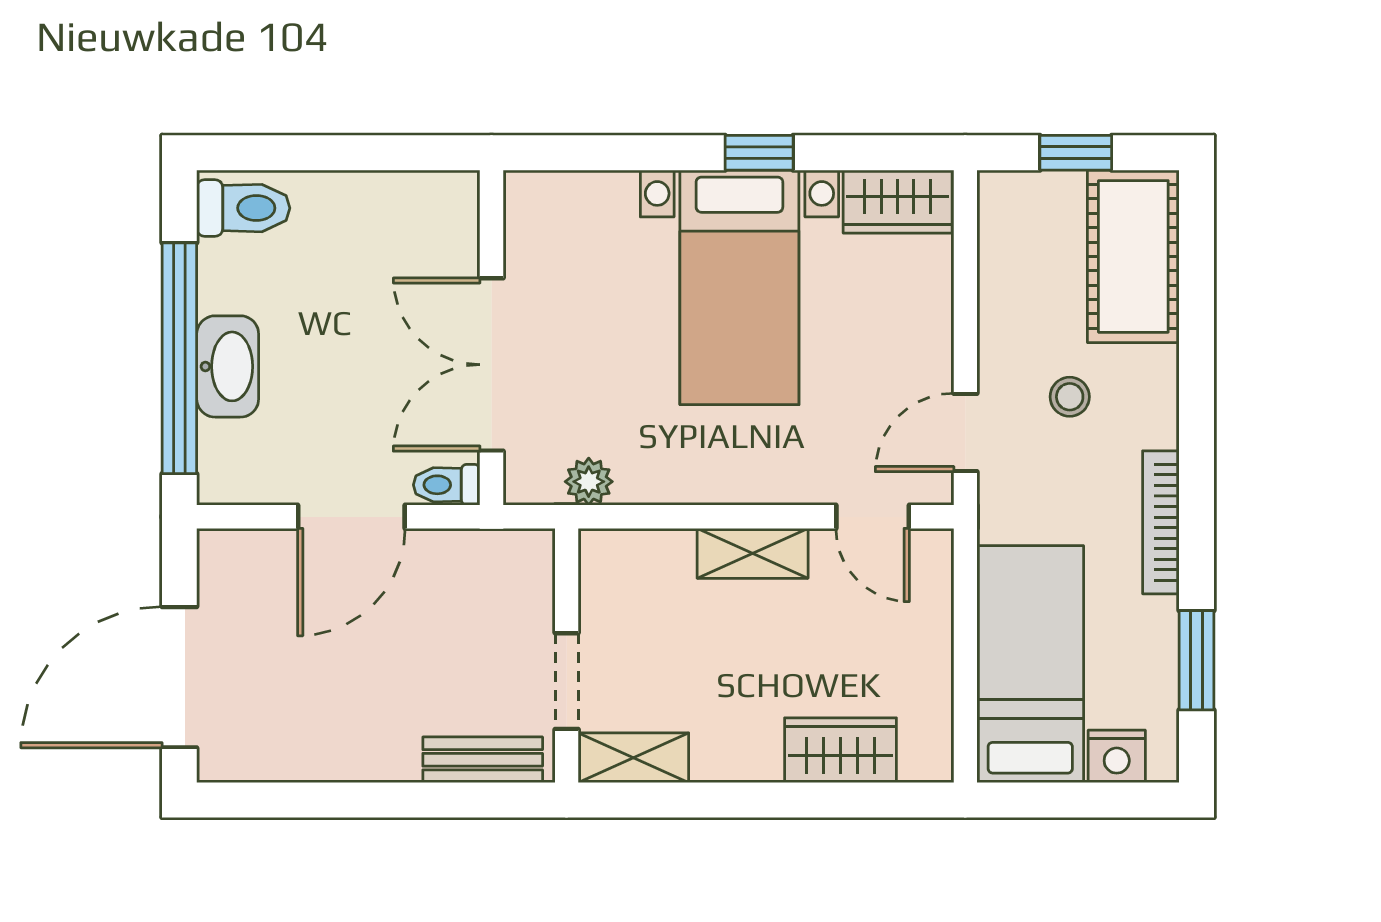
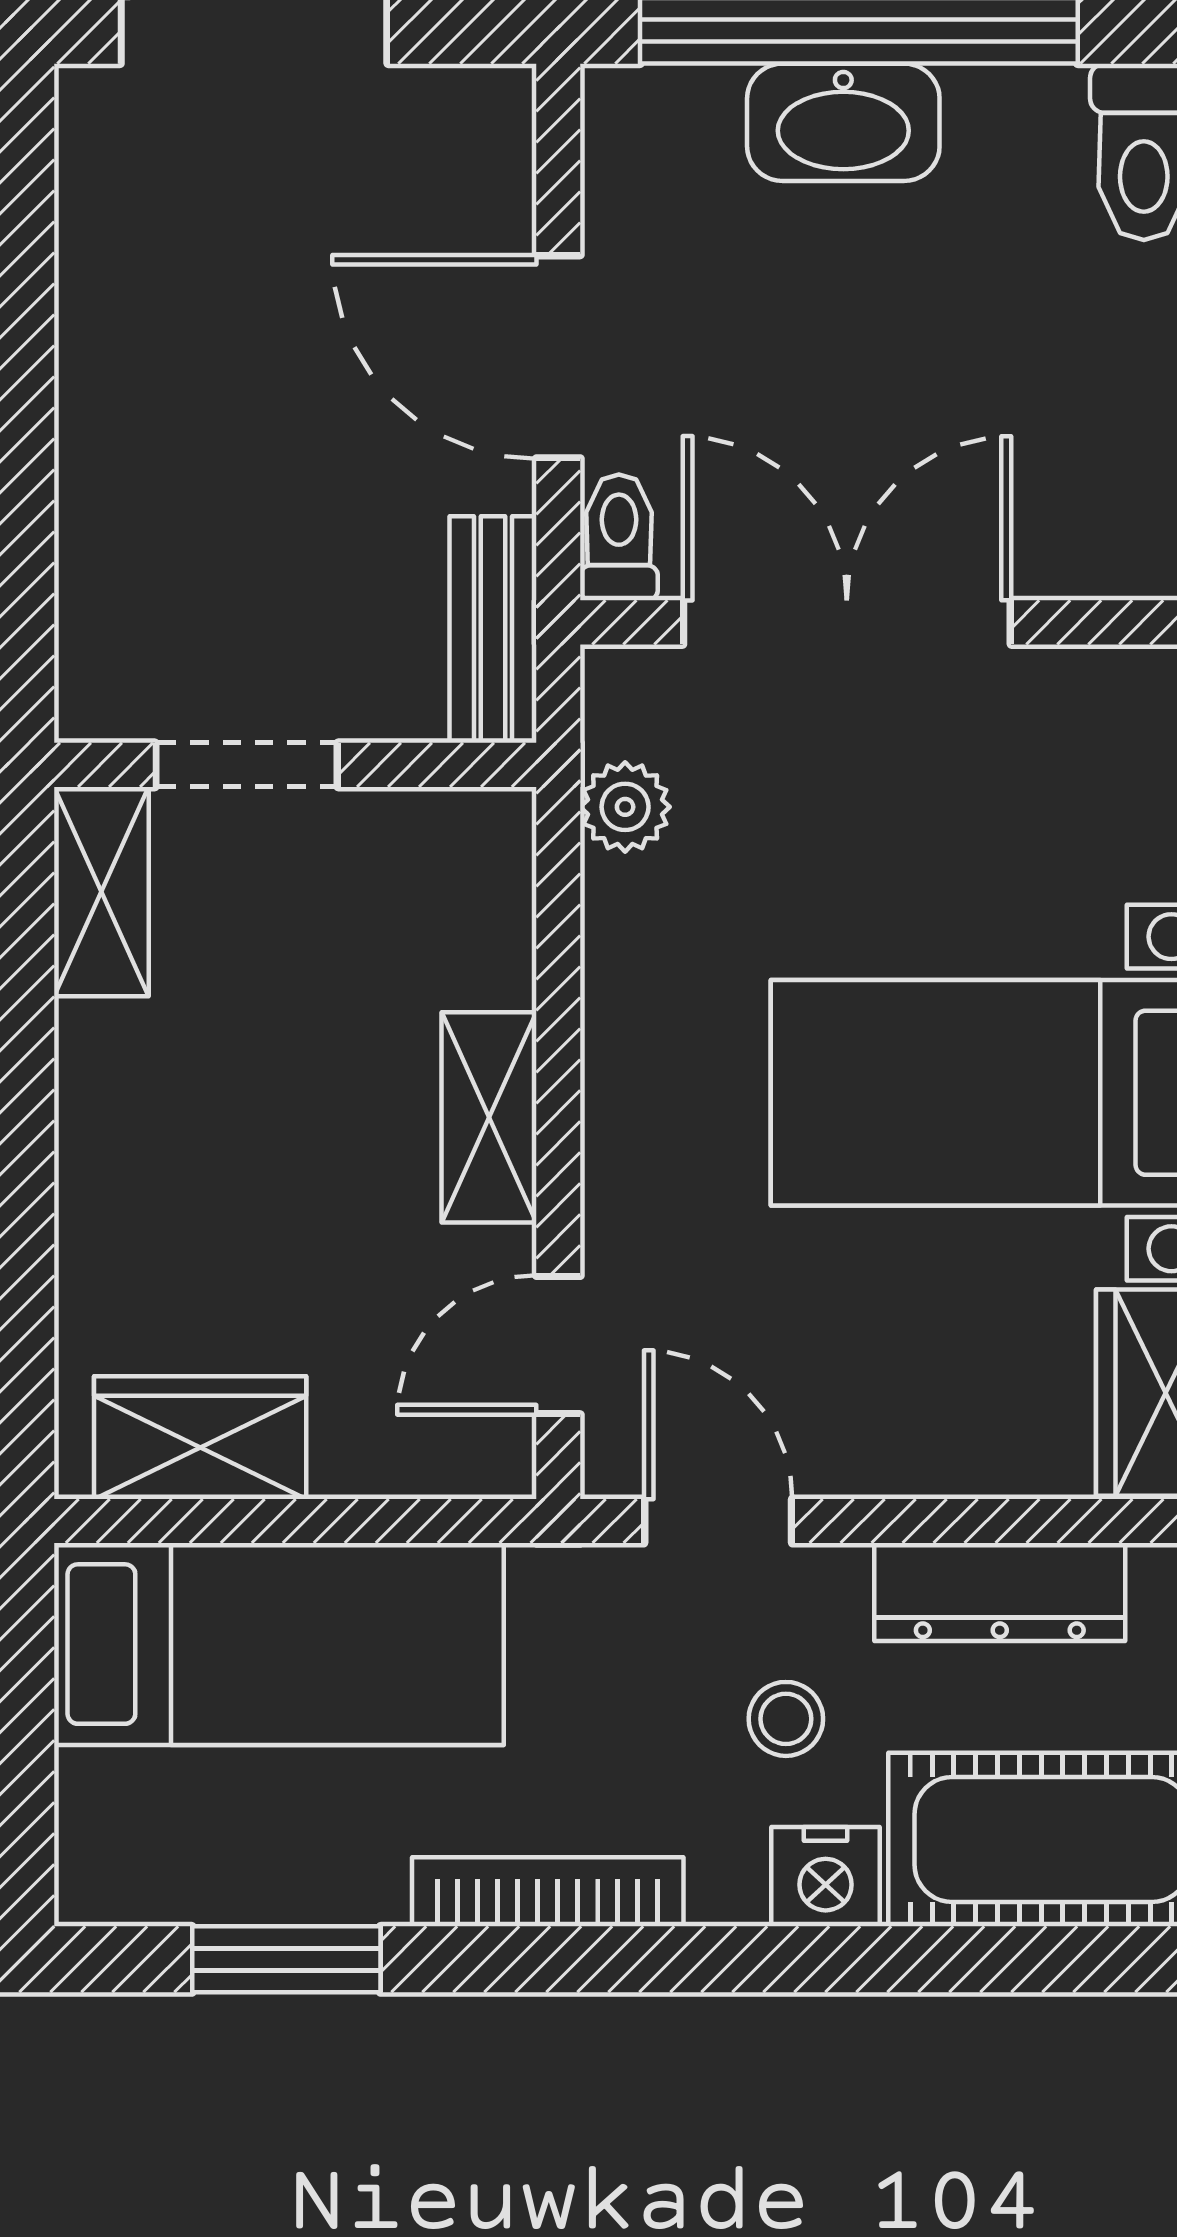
dresser: (1003, 284) -> (1000, 1592), added
wardrobe: (841, 750) -> (200, 1438), moved, turned -90
nightstand: (1117, 756) -> (826, 1877), moved, turned -90
bench: (483, 760) -> (493, 629), moved

